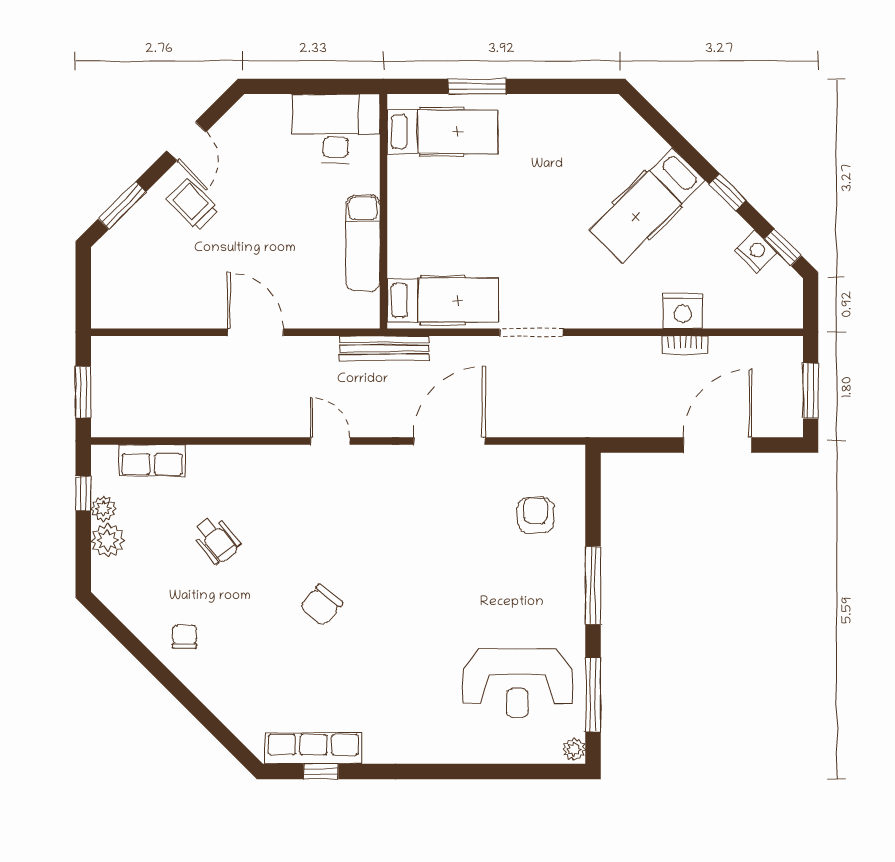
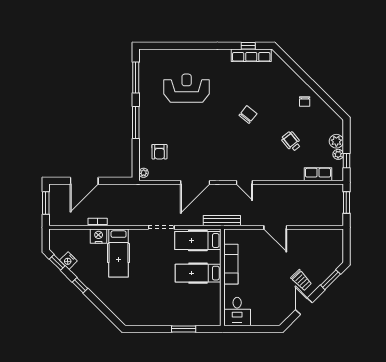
desk: (336, 129) -> (237, 312), width x0.73
hospital bed: (442, 132) -> (198, 273), moved
hospital bed: (647, 205) -> (119, 253), moved, turned 135
reception desk: (517, 683) -> (187, 88), moved
plant: (574, 749) -> (144, 173), moved

